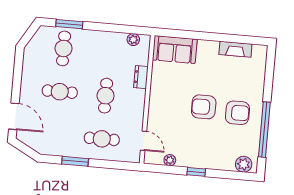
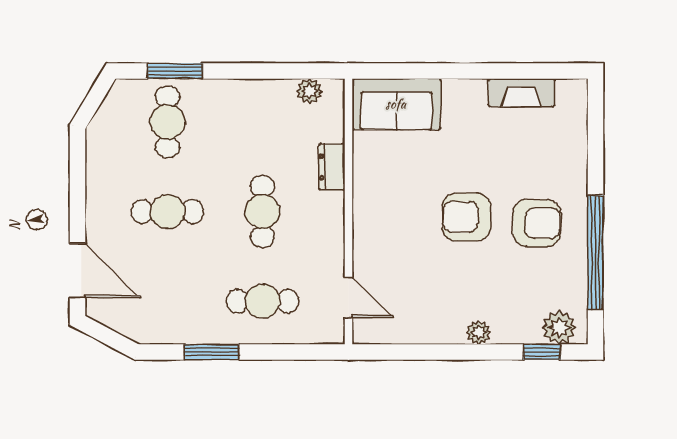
plant: (170, 160) -> (479, 333), moved
window: (196, 172) -> (542, 352), moved

